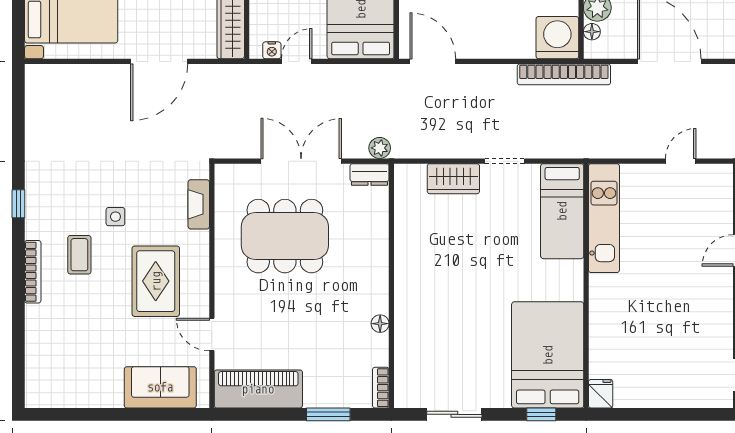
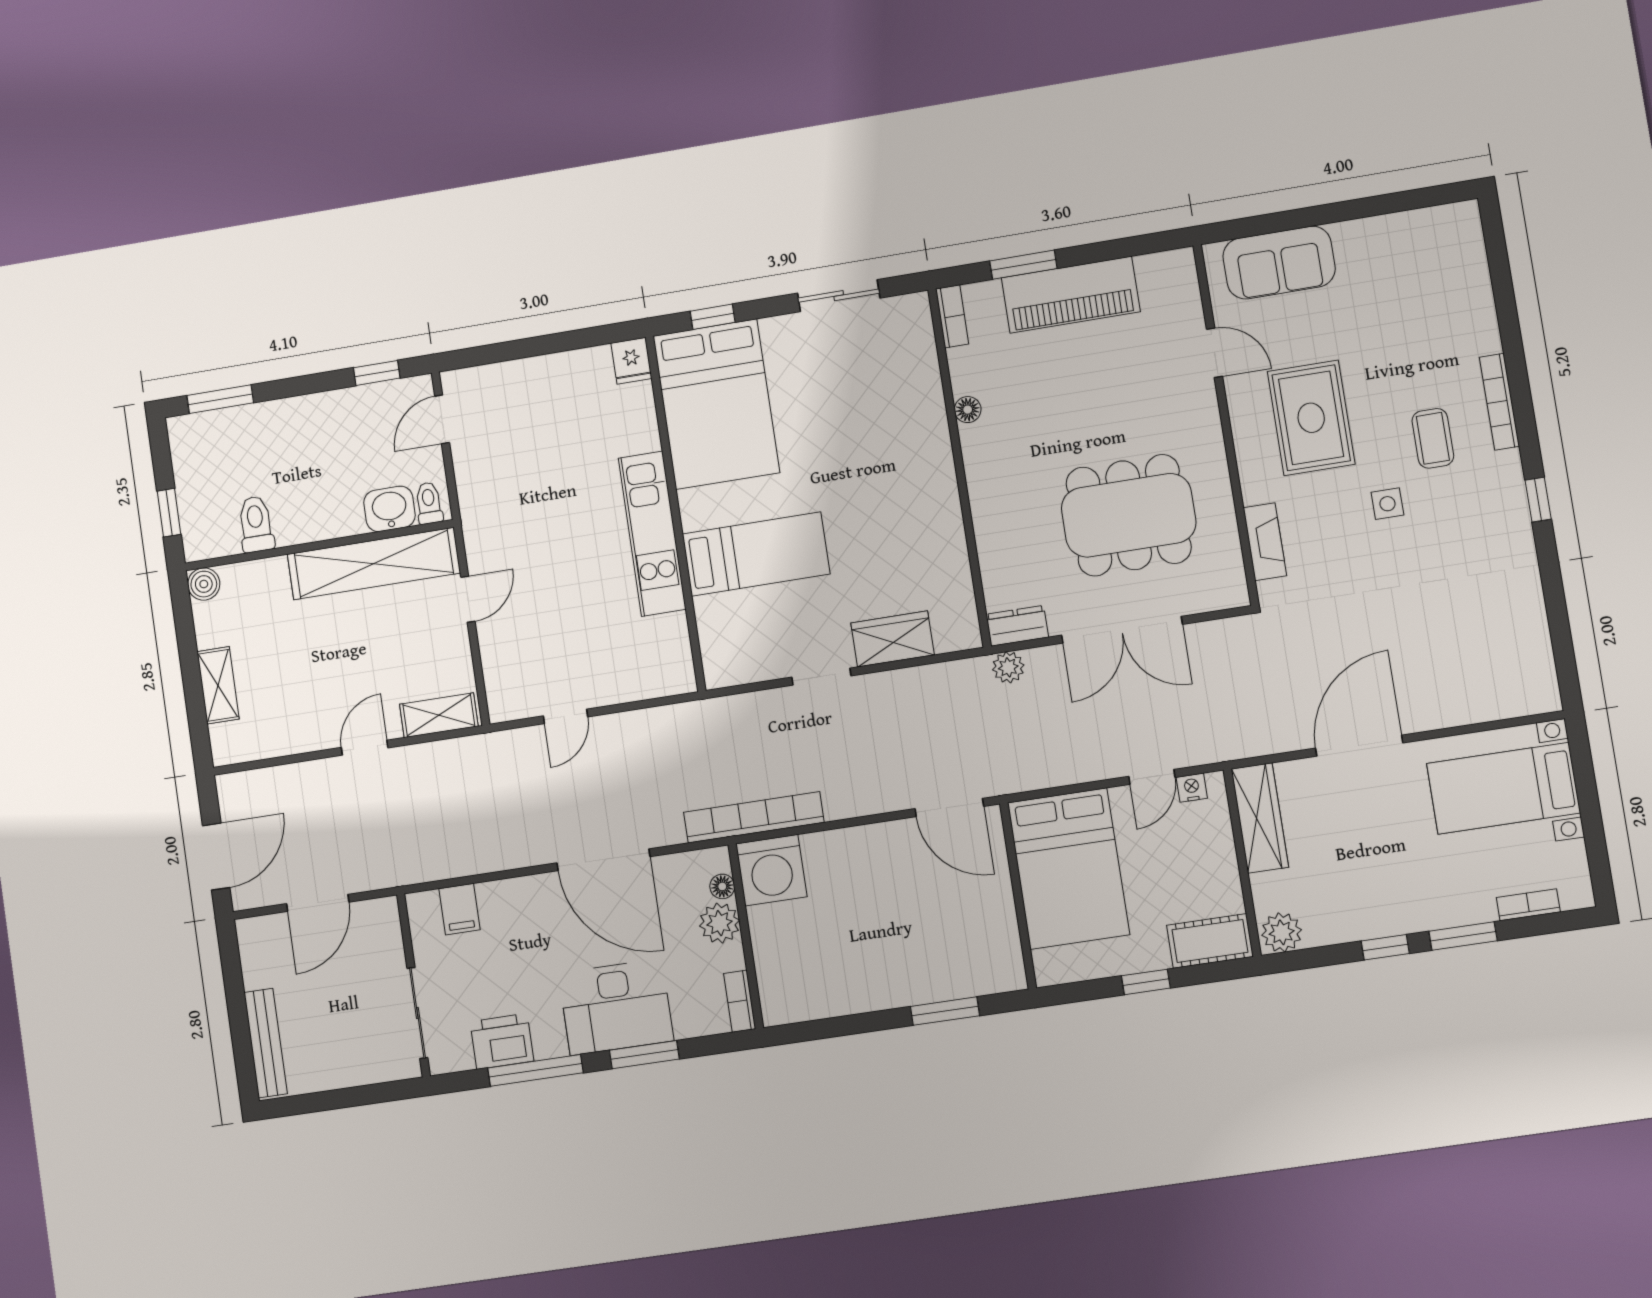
bed: (562, 211) -> (756, 554), moved, turned 90
kitchen unit: (604, 218) -> (652, 534), moved
piano: (258, 389) -> (1071, 295), moved

